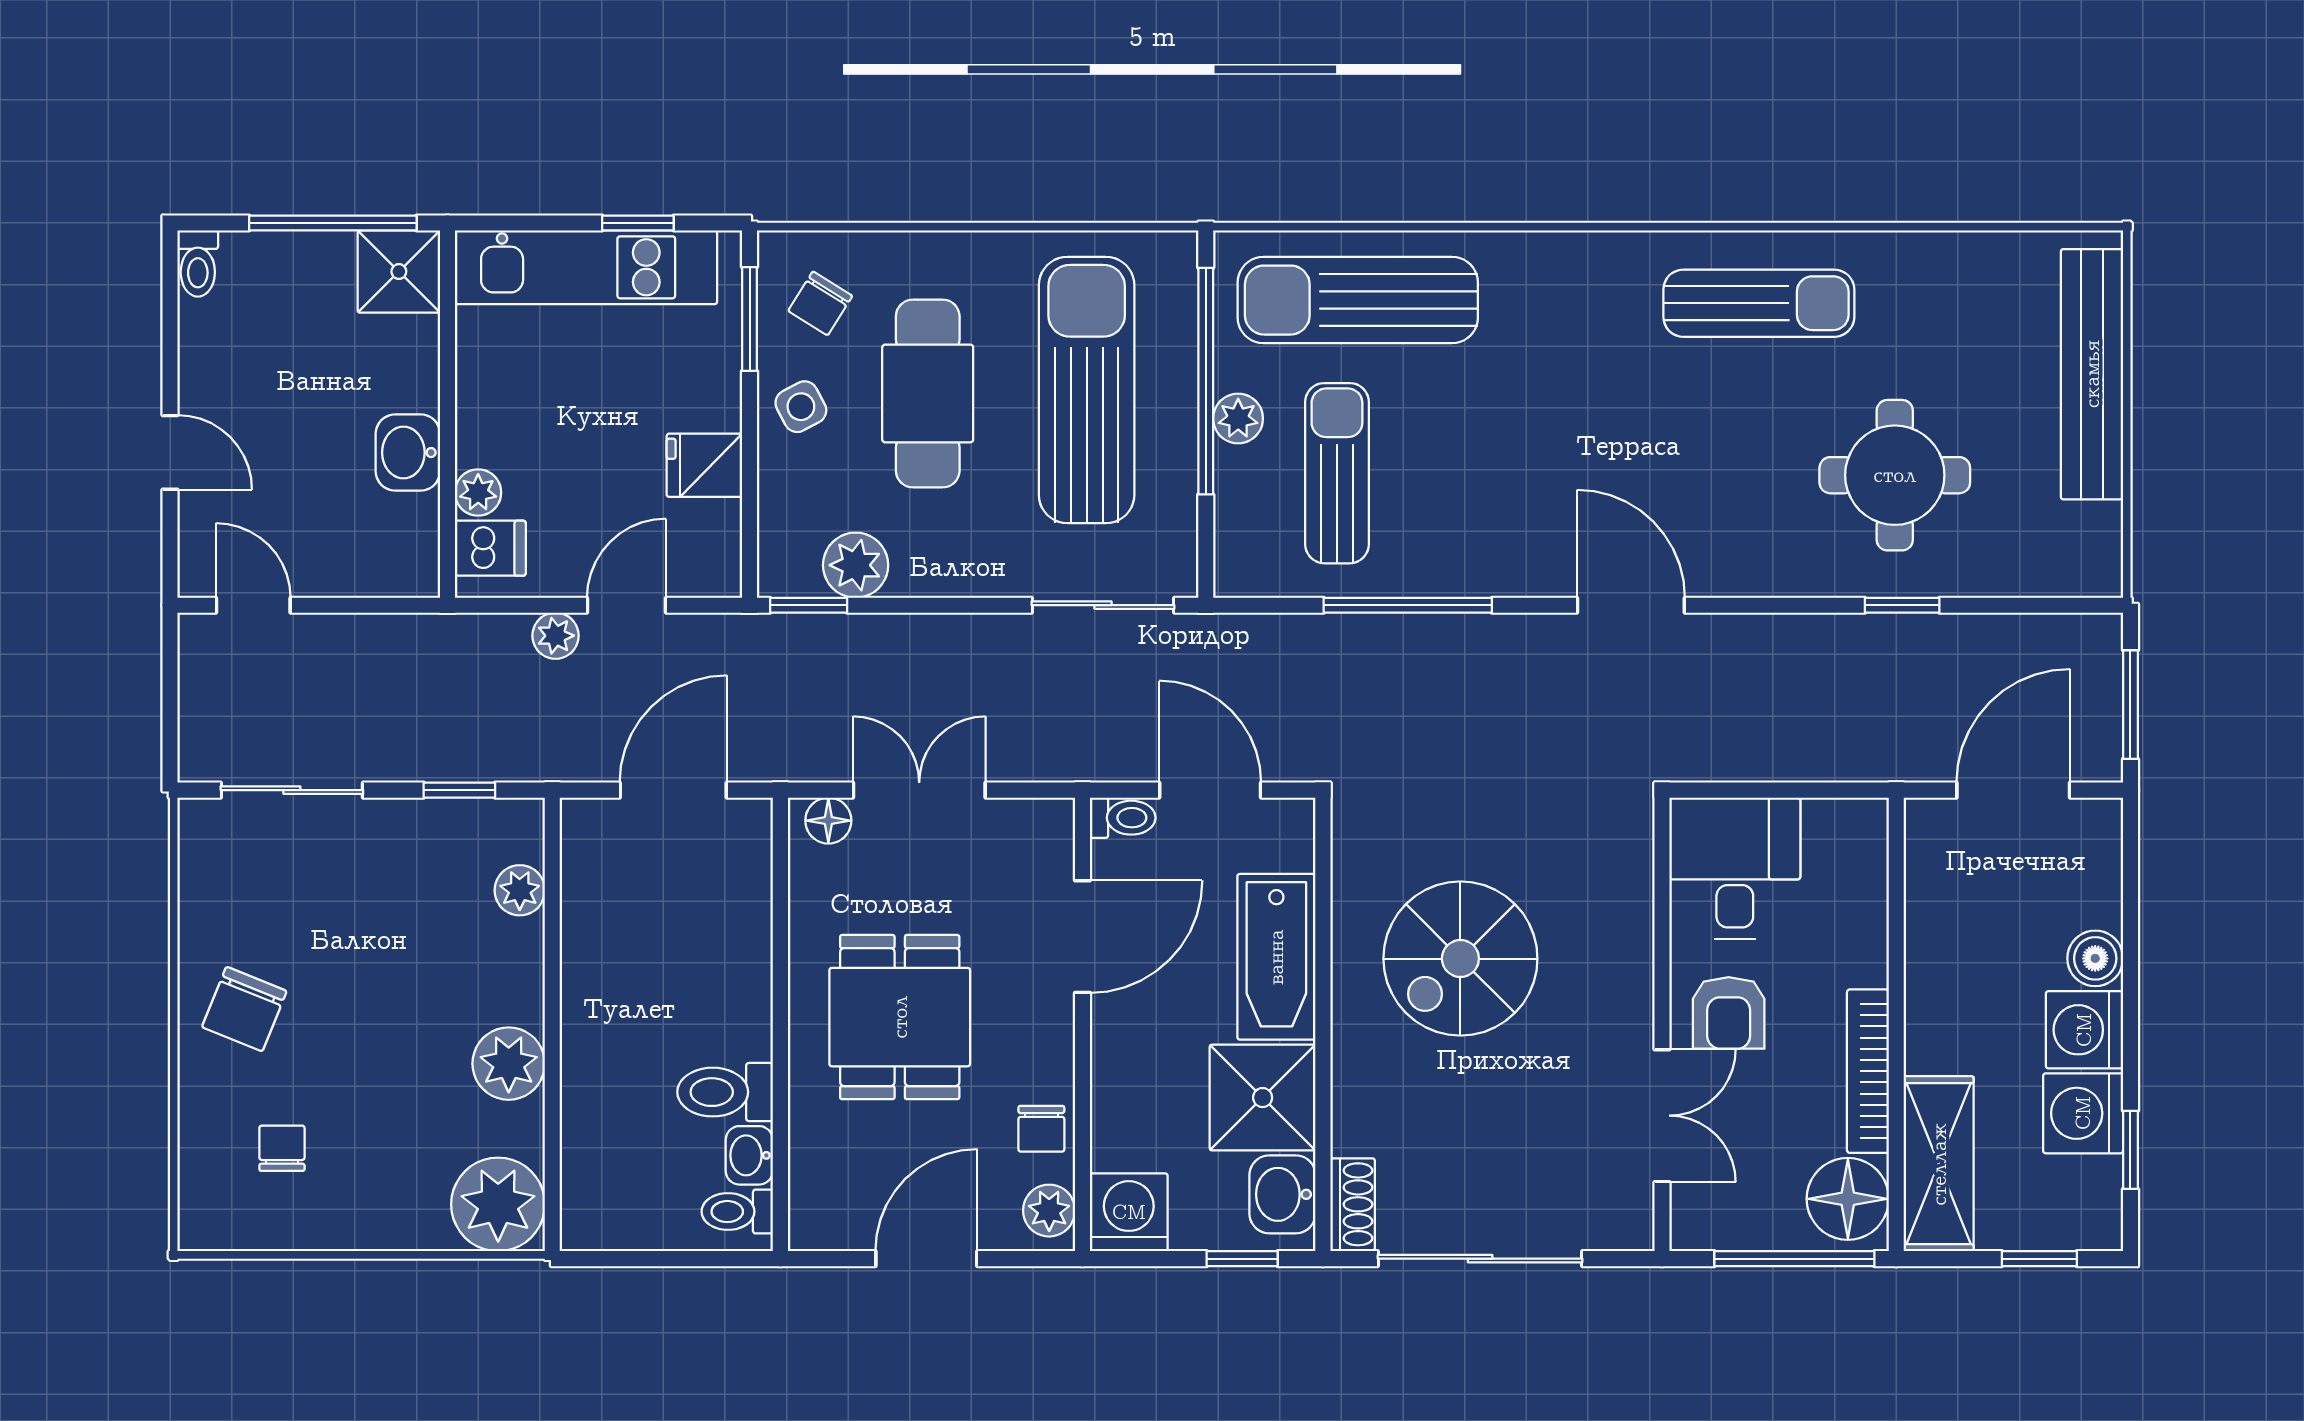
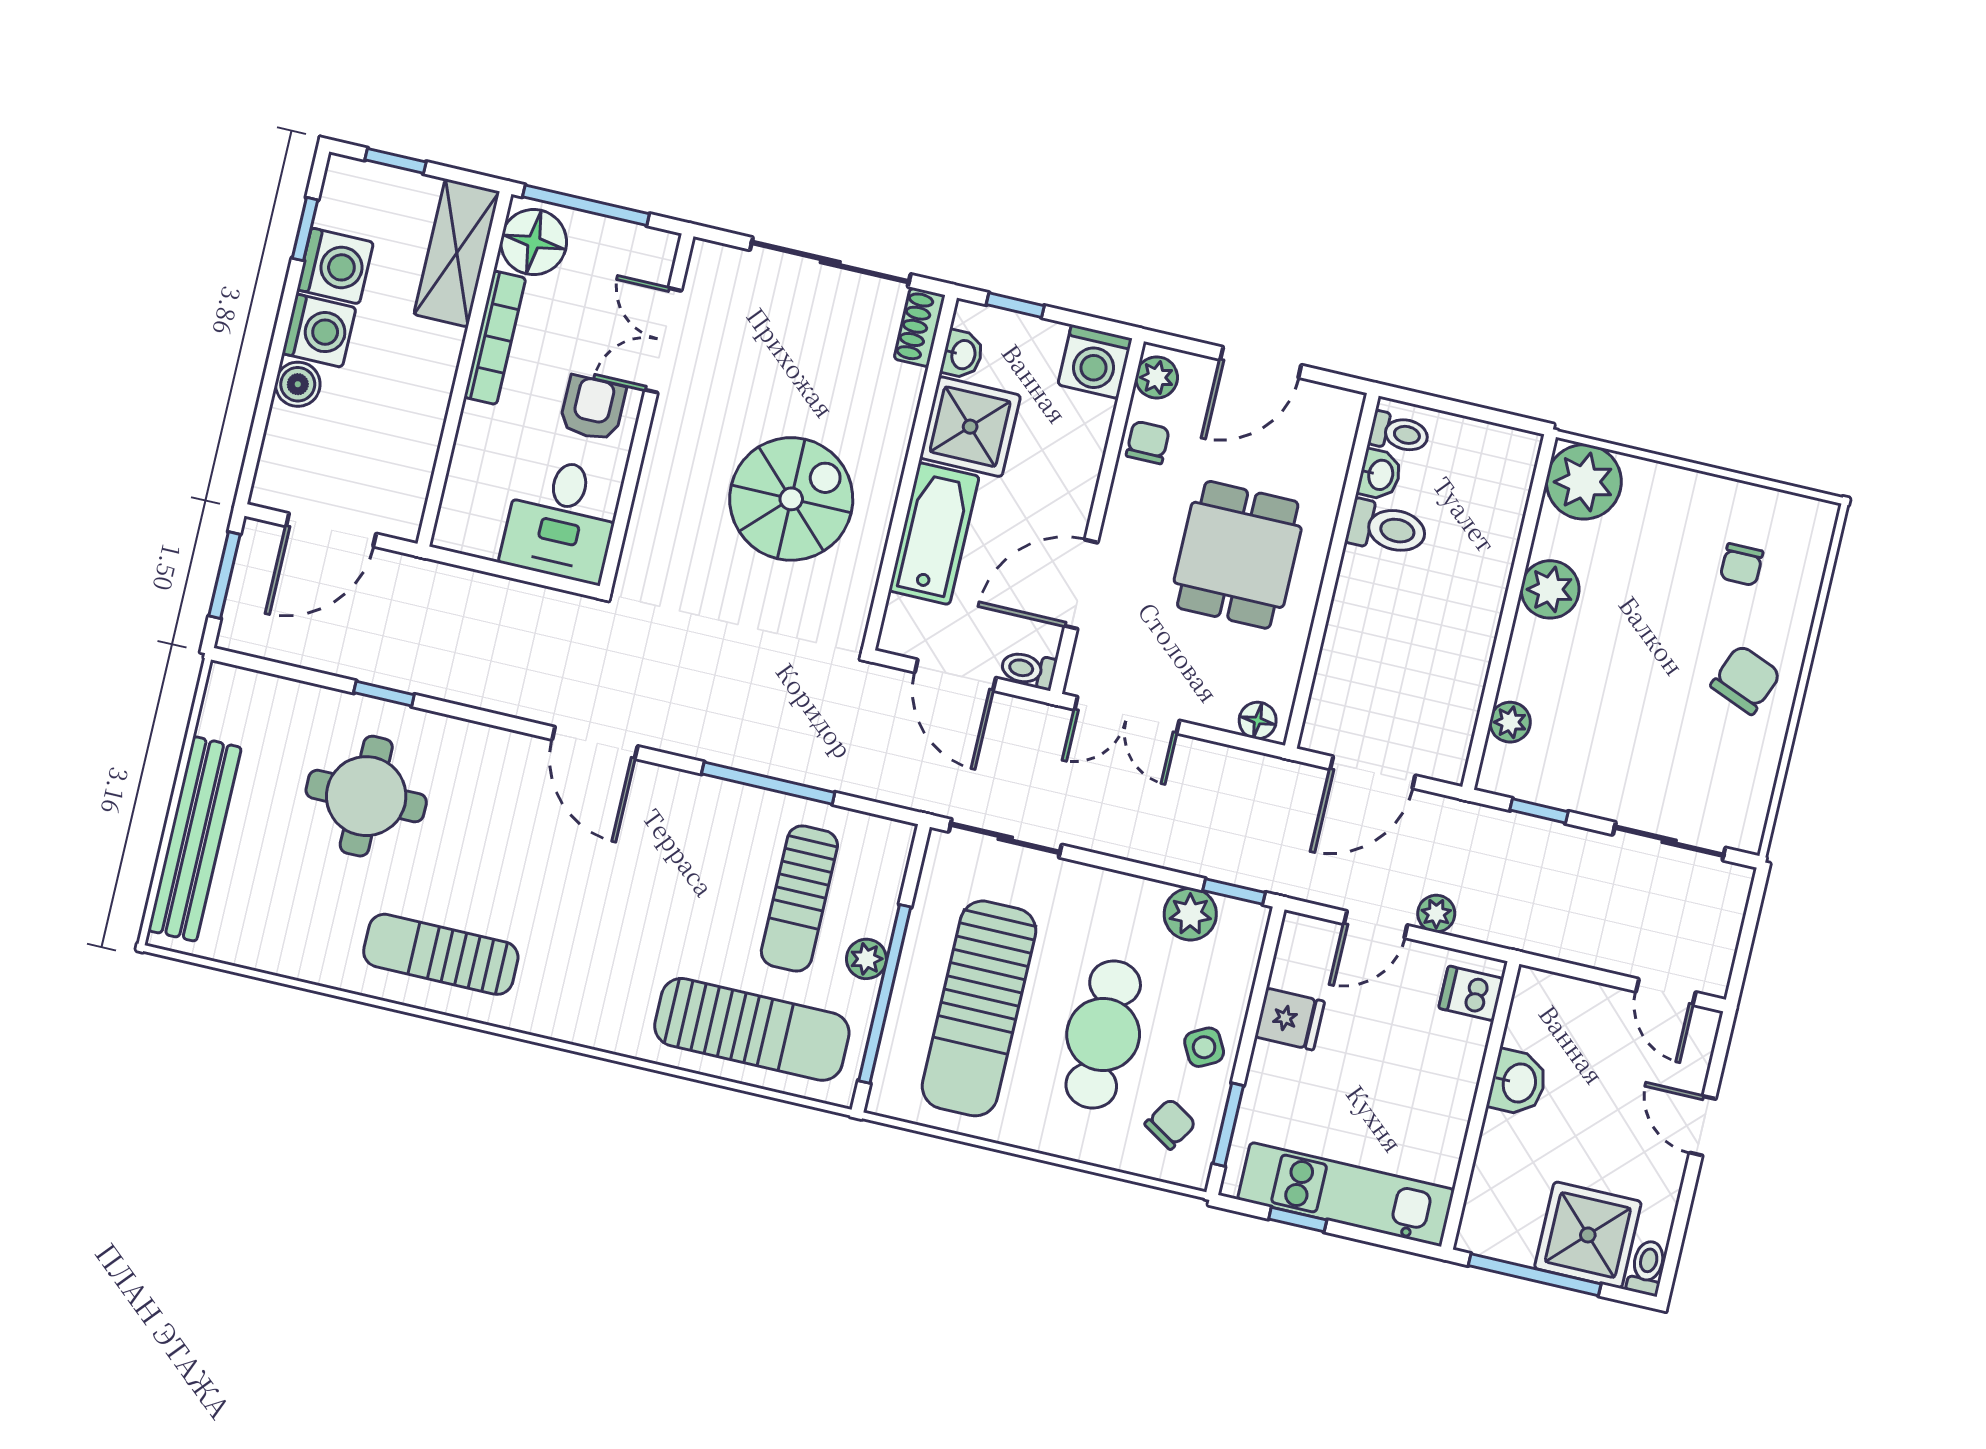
shower: (399, 272) -> (1588, 1235), moved, width x1.36, depth x1.36
plant: (478, 492) -> (1471, 1039), removed
double door: (919, 790) -> (1127, 715), moved
washbasin: (1282, 1194) -> (962, 354), width x0.72, depth x0.69

